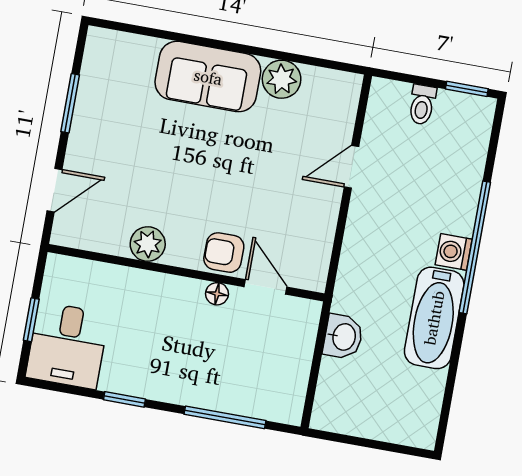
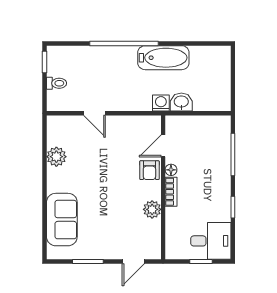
sofa: (208, 77) -> (62, 220), moved
door: (55, 190) -> (133, 262), swing flipped
washing machine: (454, 252) -> (161, 103), moved, turned 180
bookcase: (175, 286) -> (171, 192), added

